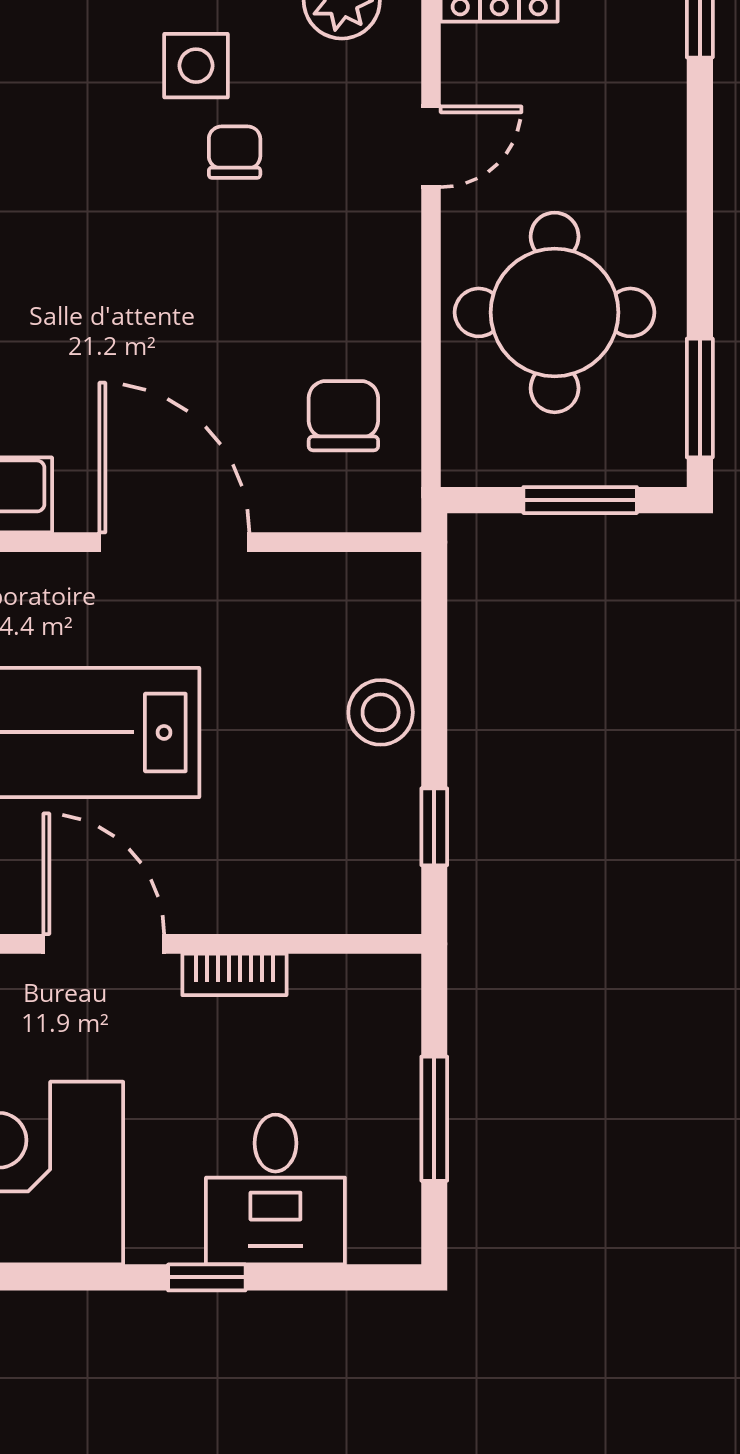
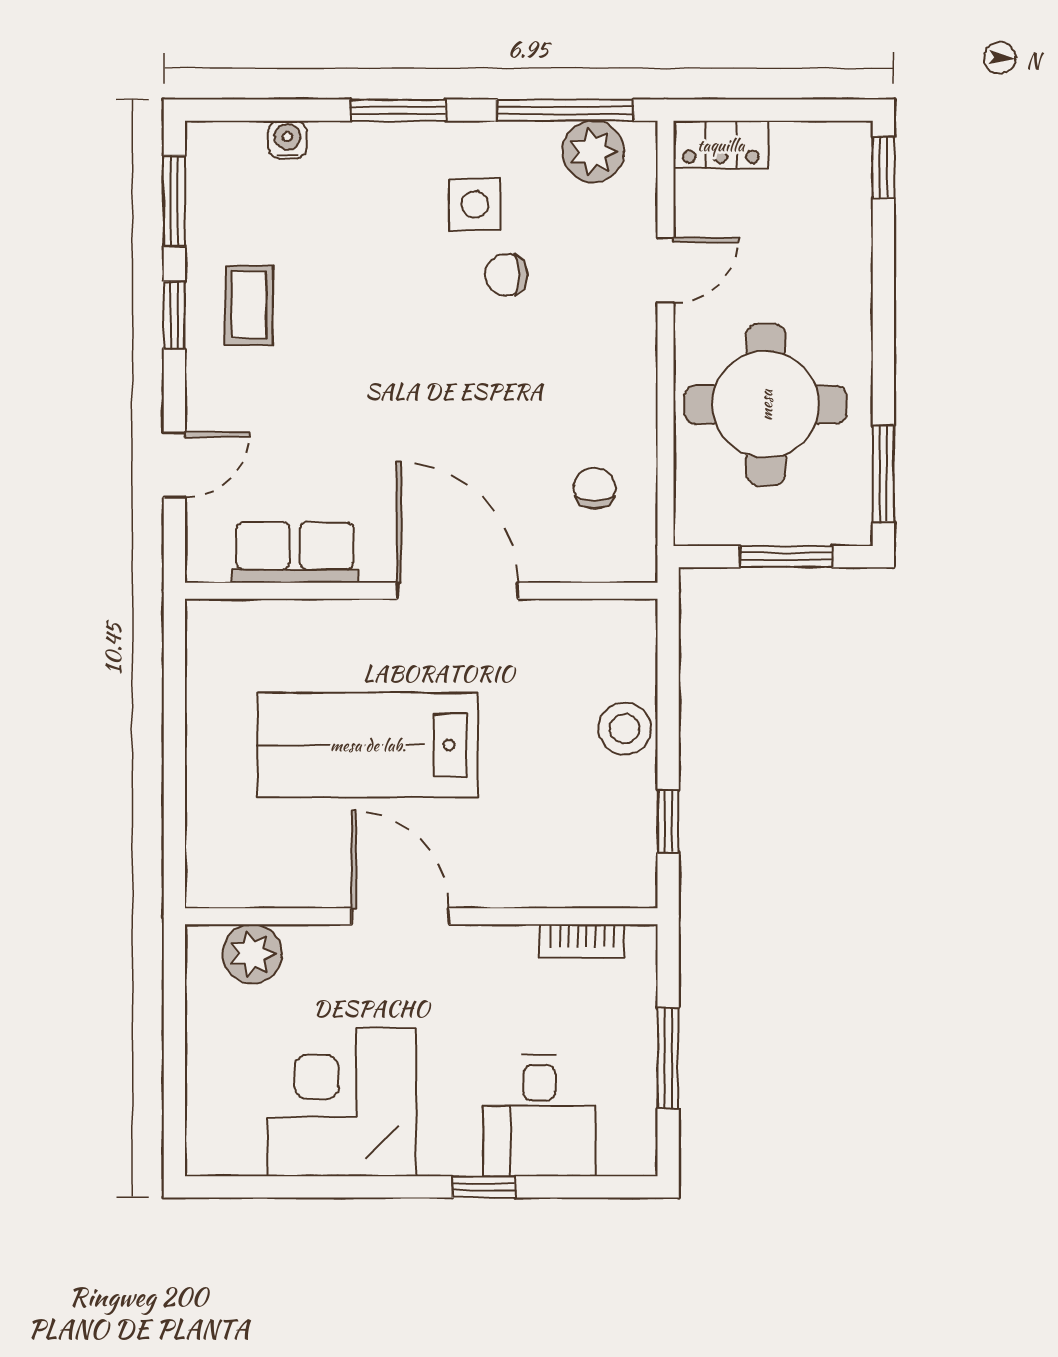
chair: (235, 152) -> (506, 275), turned -90
chair: (343, 416) -> (594, 488), width x0.73, depth x0.73
bookcase: (234, 974) -> (582, 941), moved

